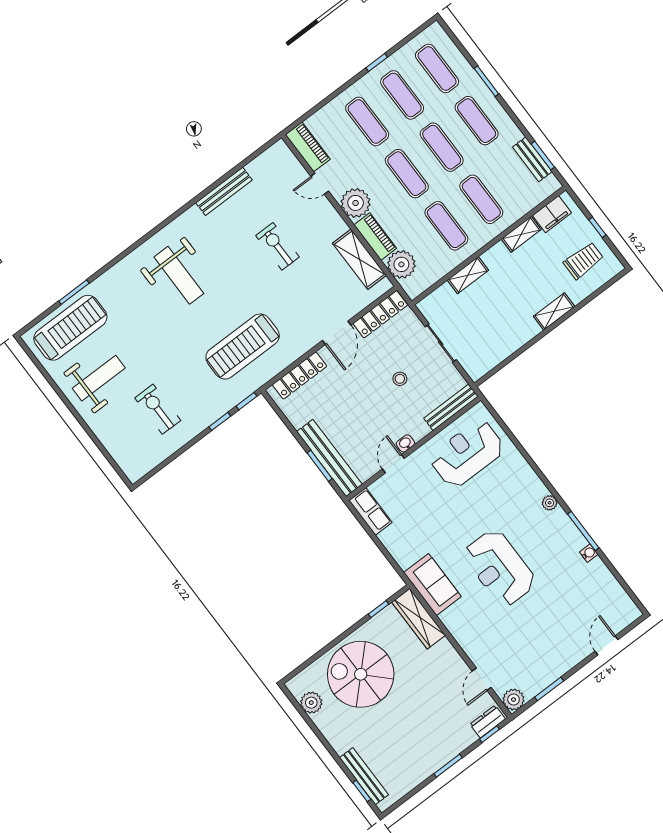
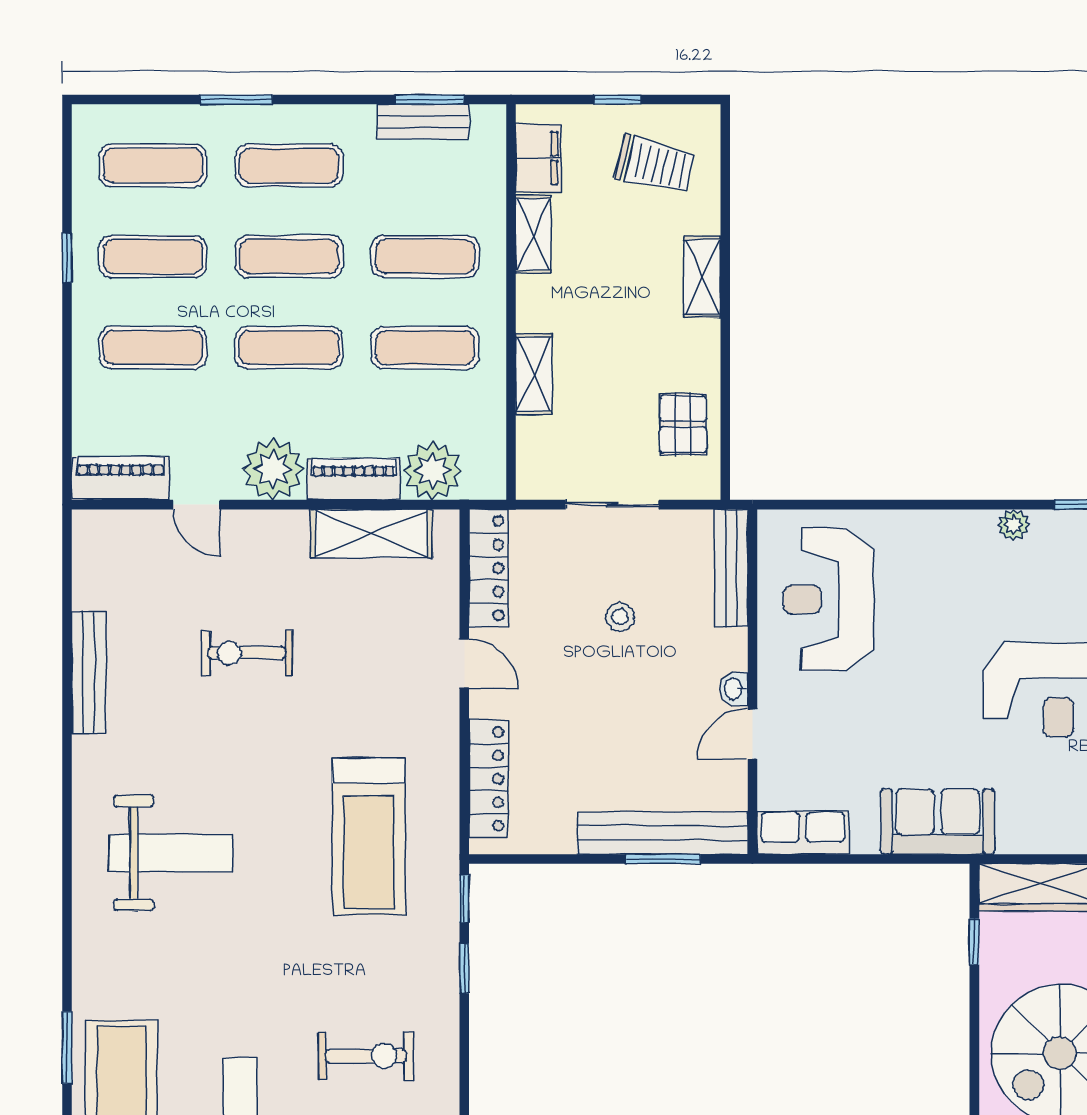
door: (320, 184) -> (196, 505), hinge flipped
trolley: (583, 261) -> (655, 164), turned 103
door: (337, 333) -> (464, 664), width x0.73
pallet: (492, 347) -> (683, 424), added
exercise bike: (158, 409) -> (366, 1056), turned 180
door: (393, 464) -> (752, 734), hinge flipped
sofa: (432, 585) -> (938, 822), moved

